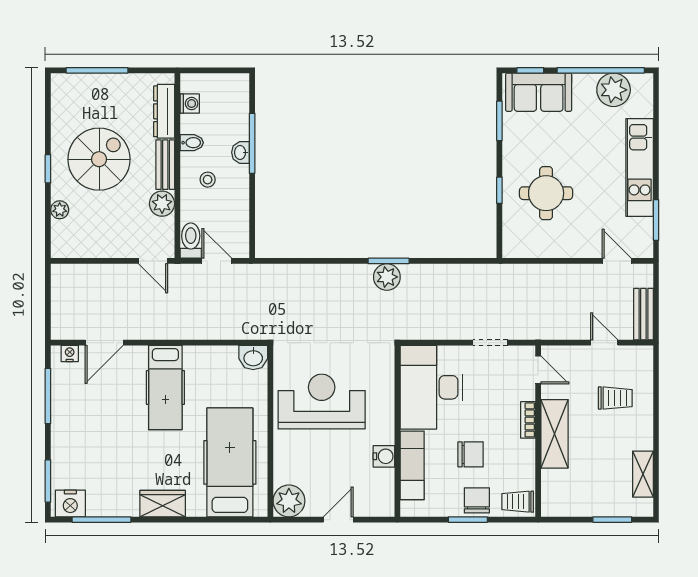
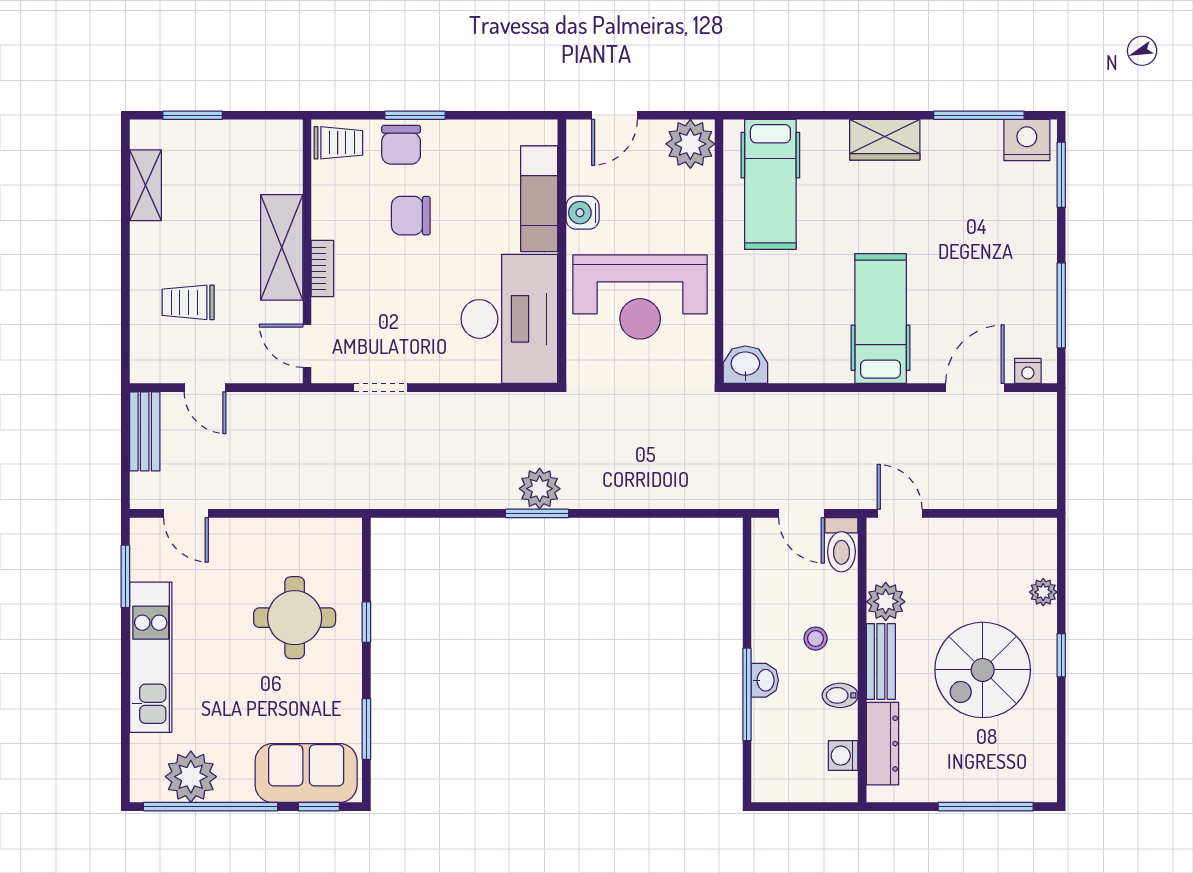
desk: (431, 387) -> (509, 319), moved
wall: (397, 431) -> (562, 251), moved
water cooler: (384, 456) -> (583, 213), moved
hospital bed: (230, 462) -> (770, 184), width x0.73, depth x0.78
exam couch: (412, 465) -> (539, 199), moved

